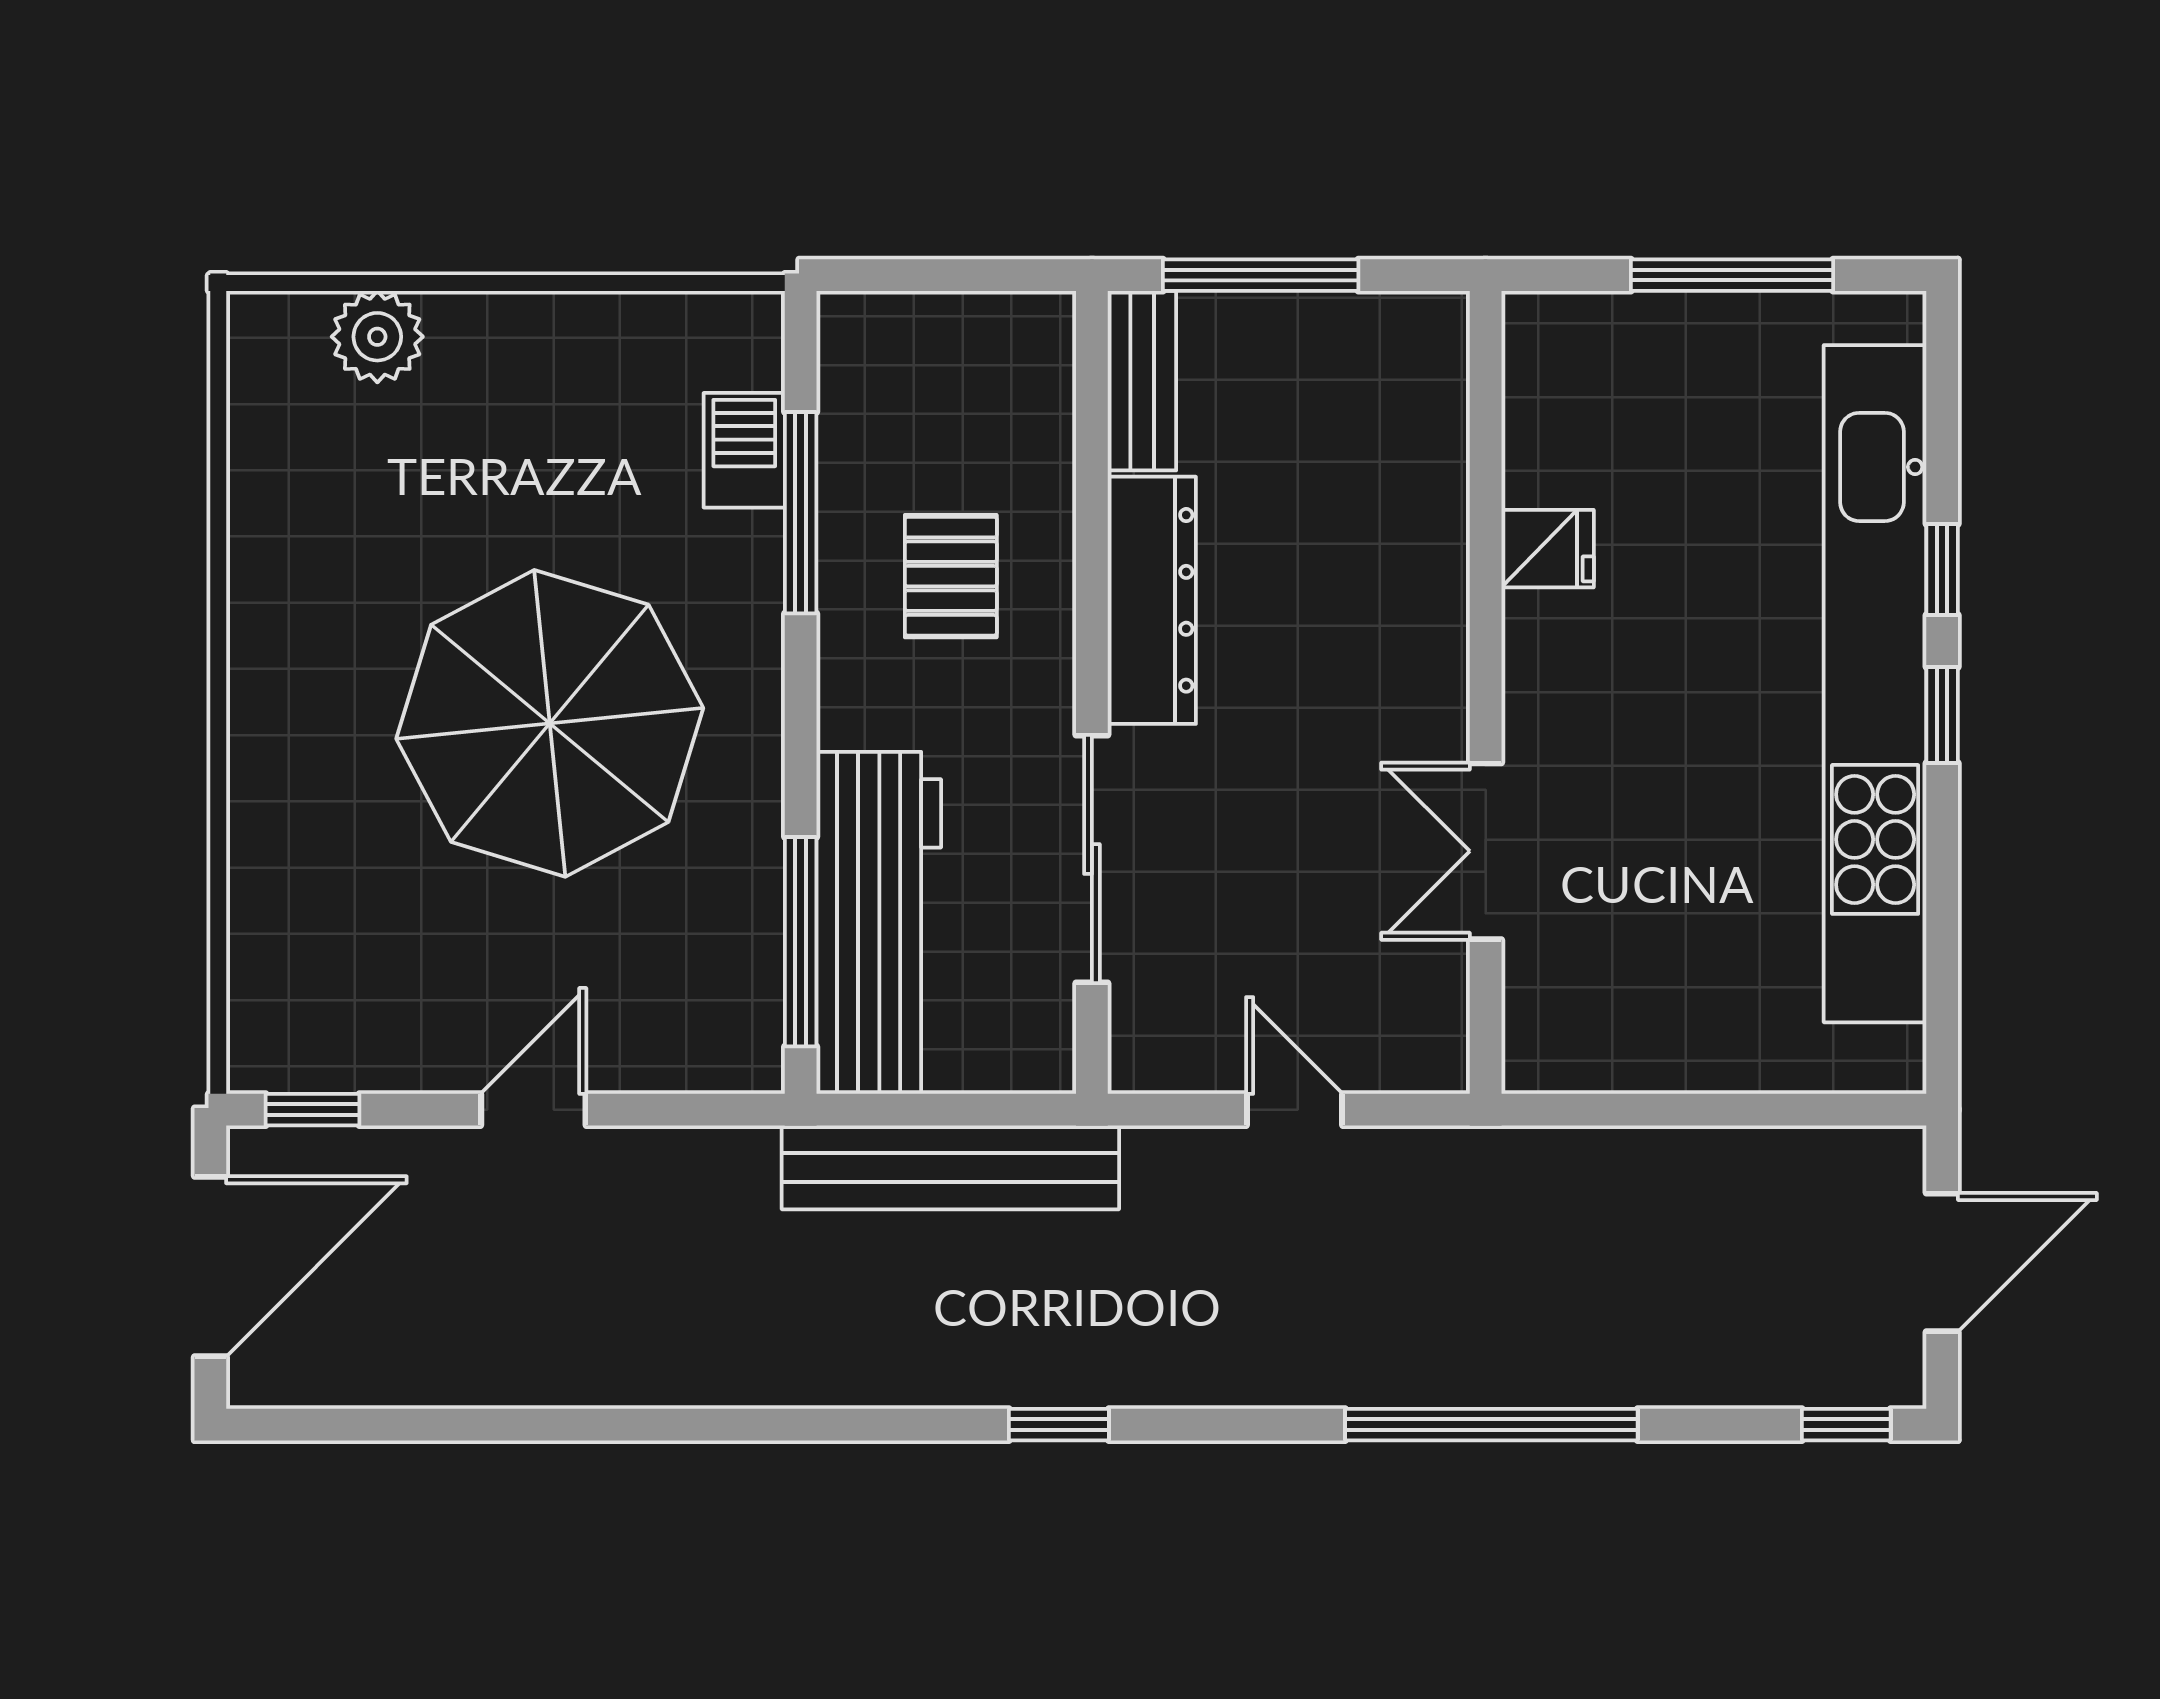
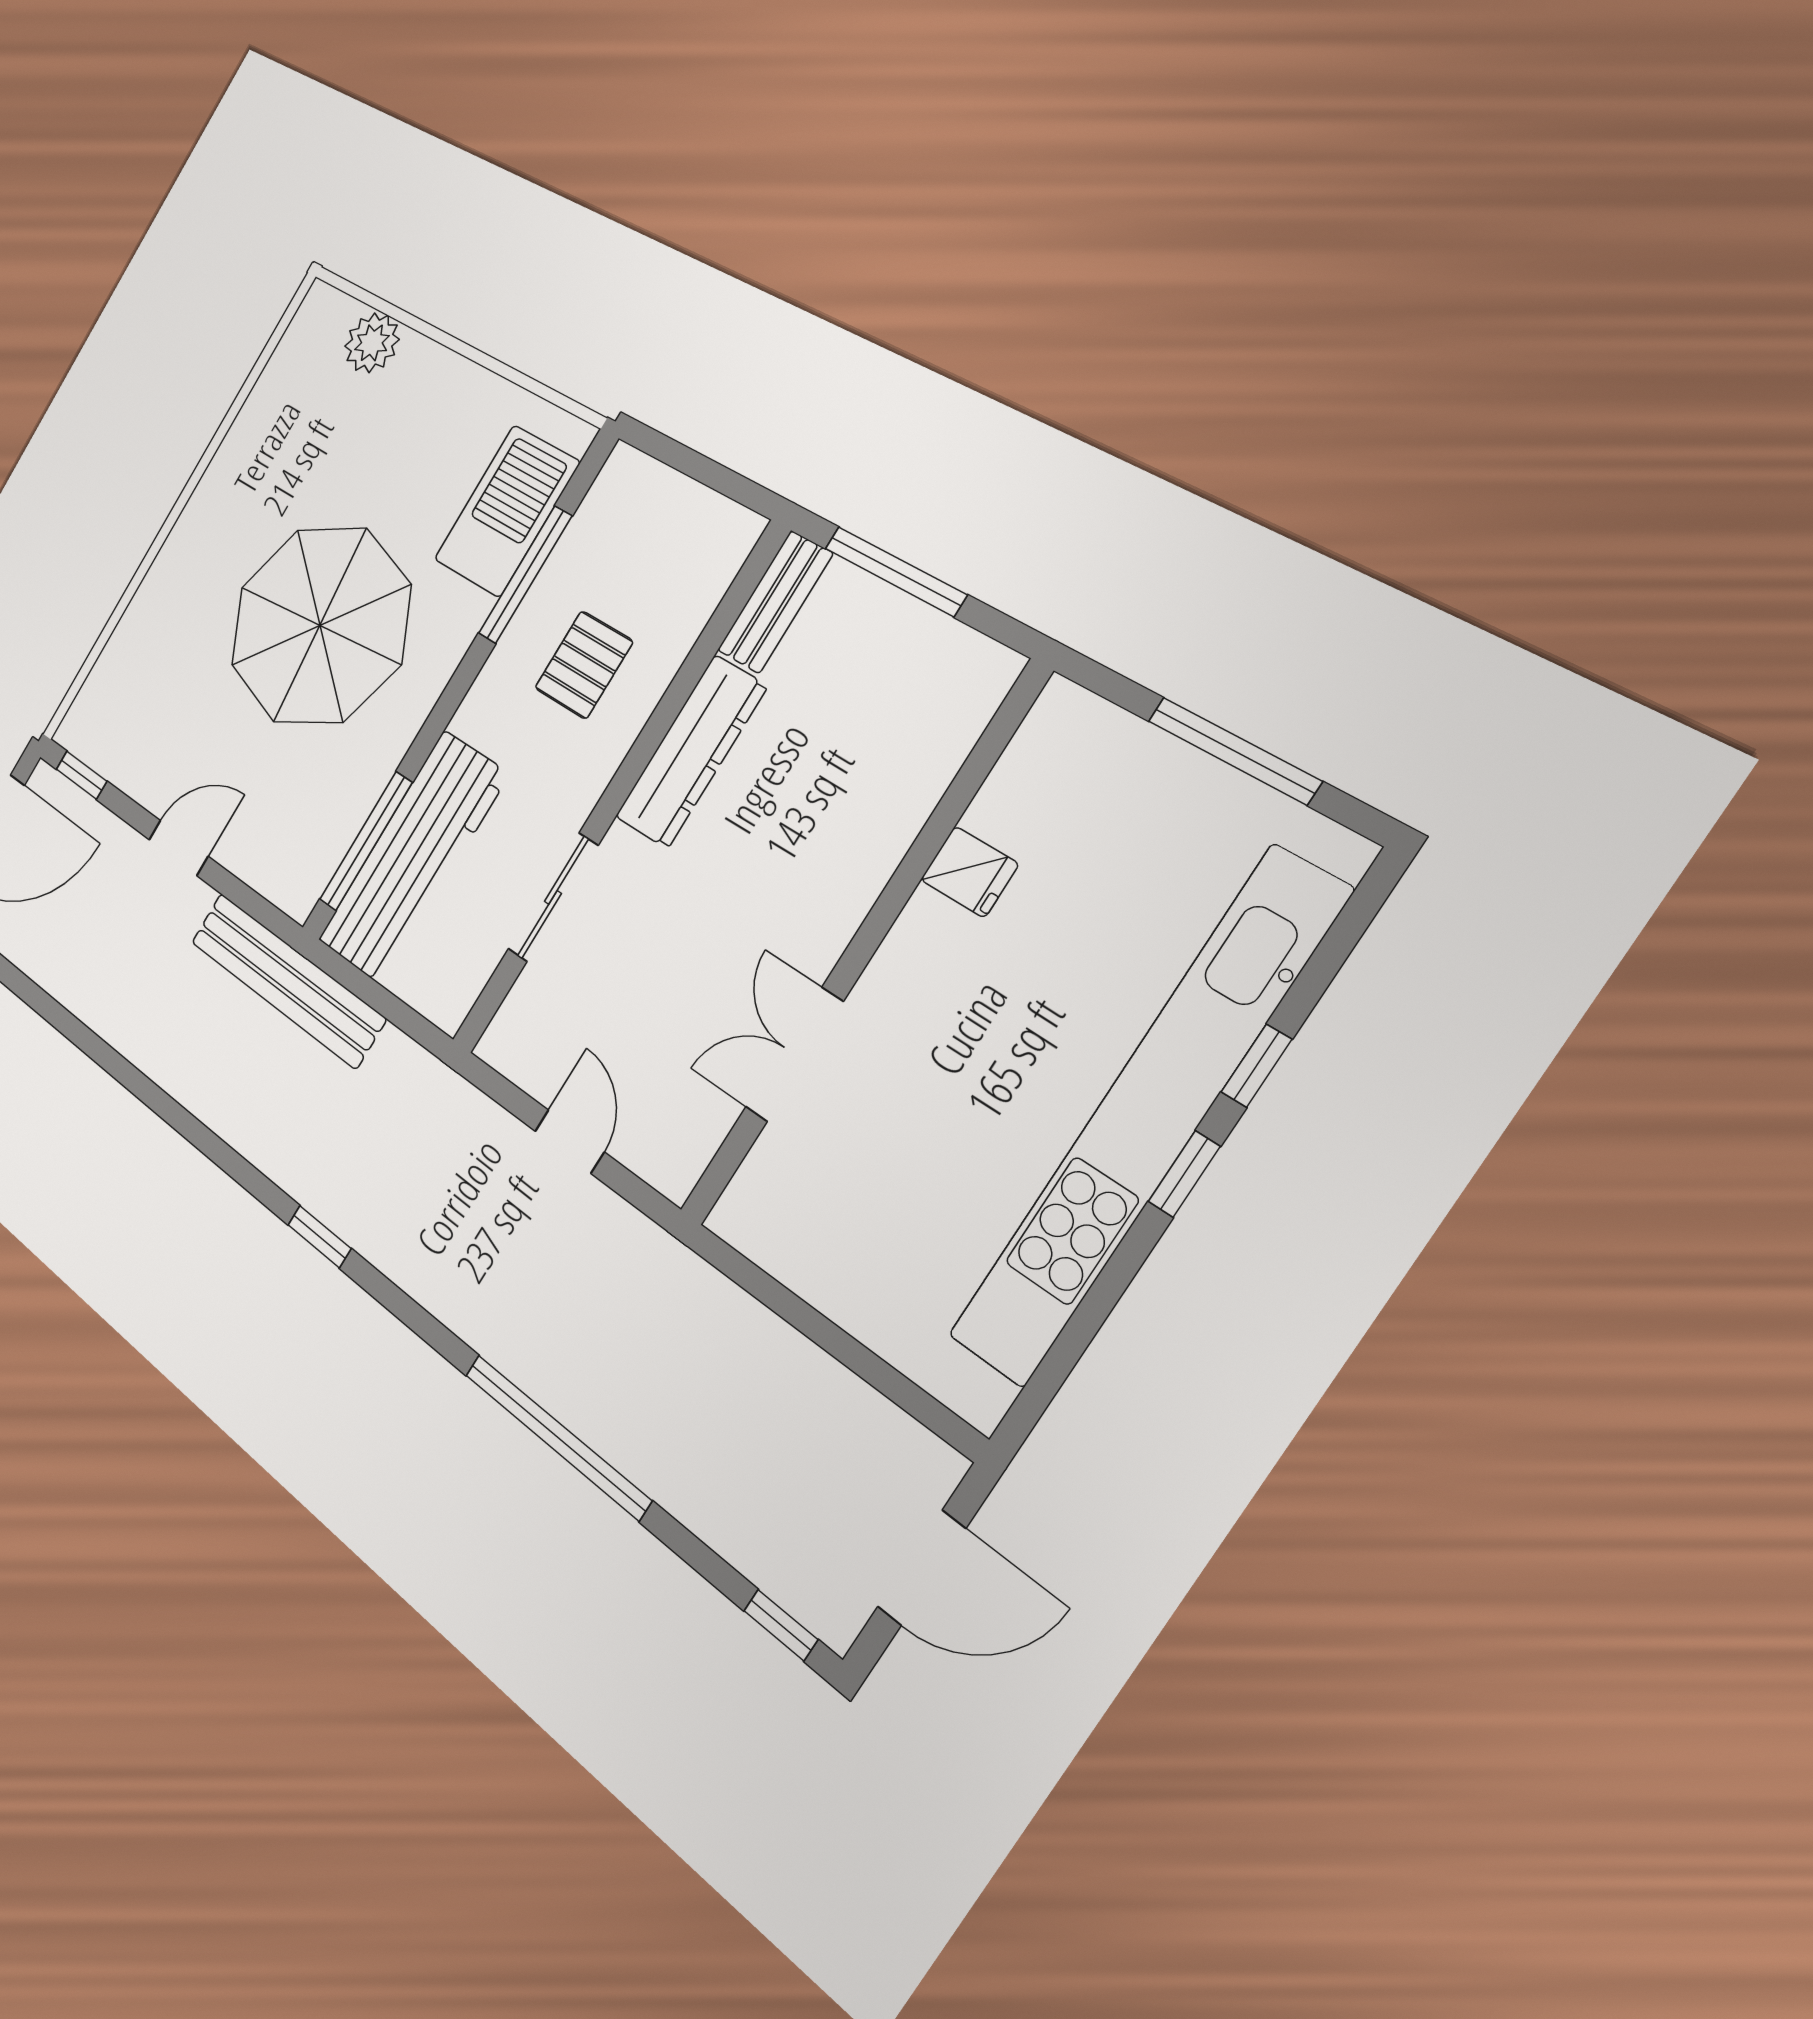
barbecue: (744, 450) -> (507, 511), width x1.88, depth x1.53
sliding door: (1092, 859) -> (553, 897), width x0.73
bench: (950, 1167) -> (287, 980), moved

